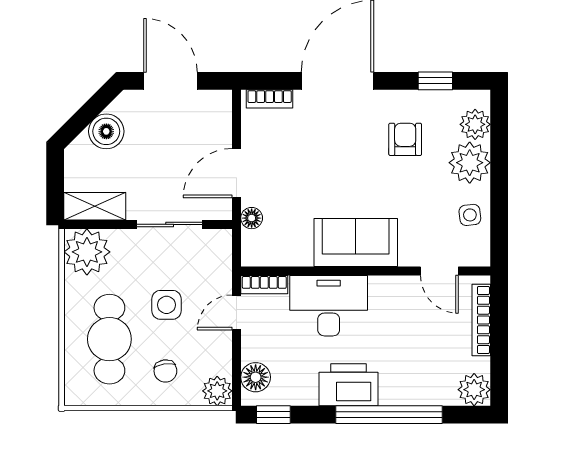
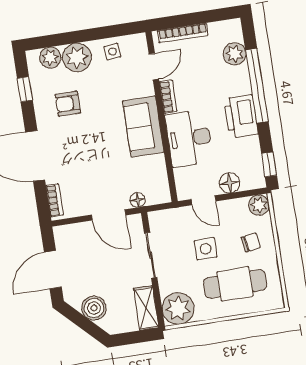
bookcase: (264, 285) -> (168, 97), moved
floor lamp: (256, 377) -> (230, 183), moved
plant: (474, 390) -> (235, 54), moved

